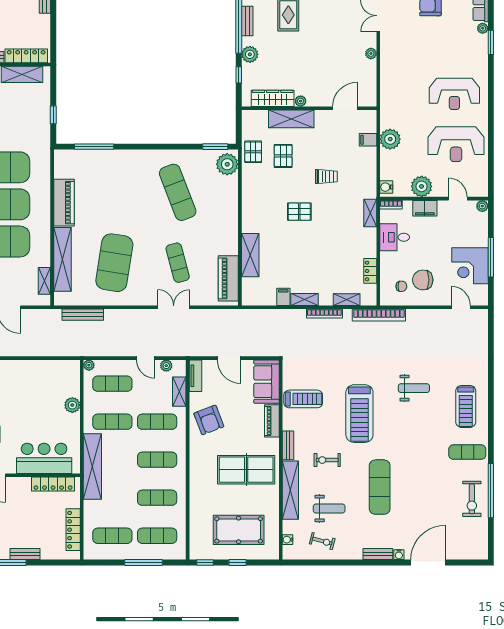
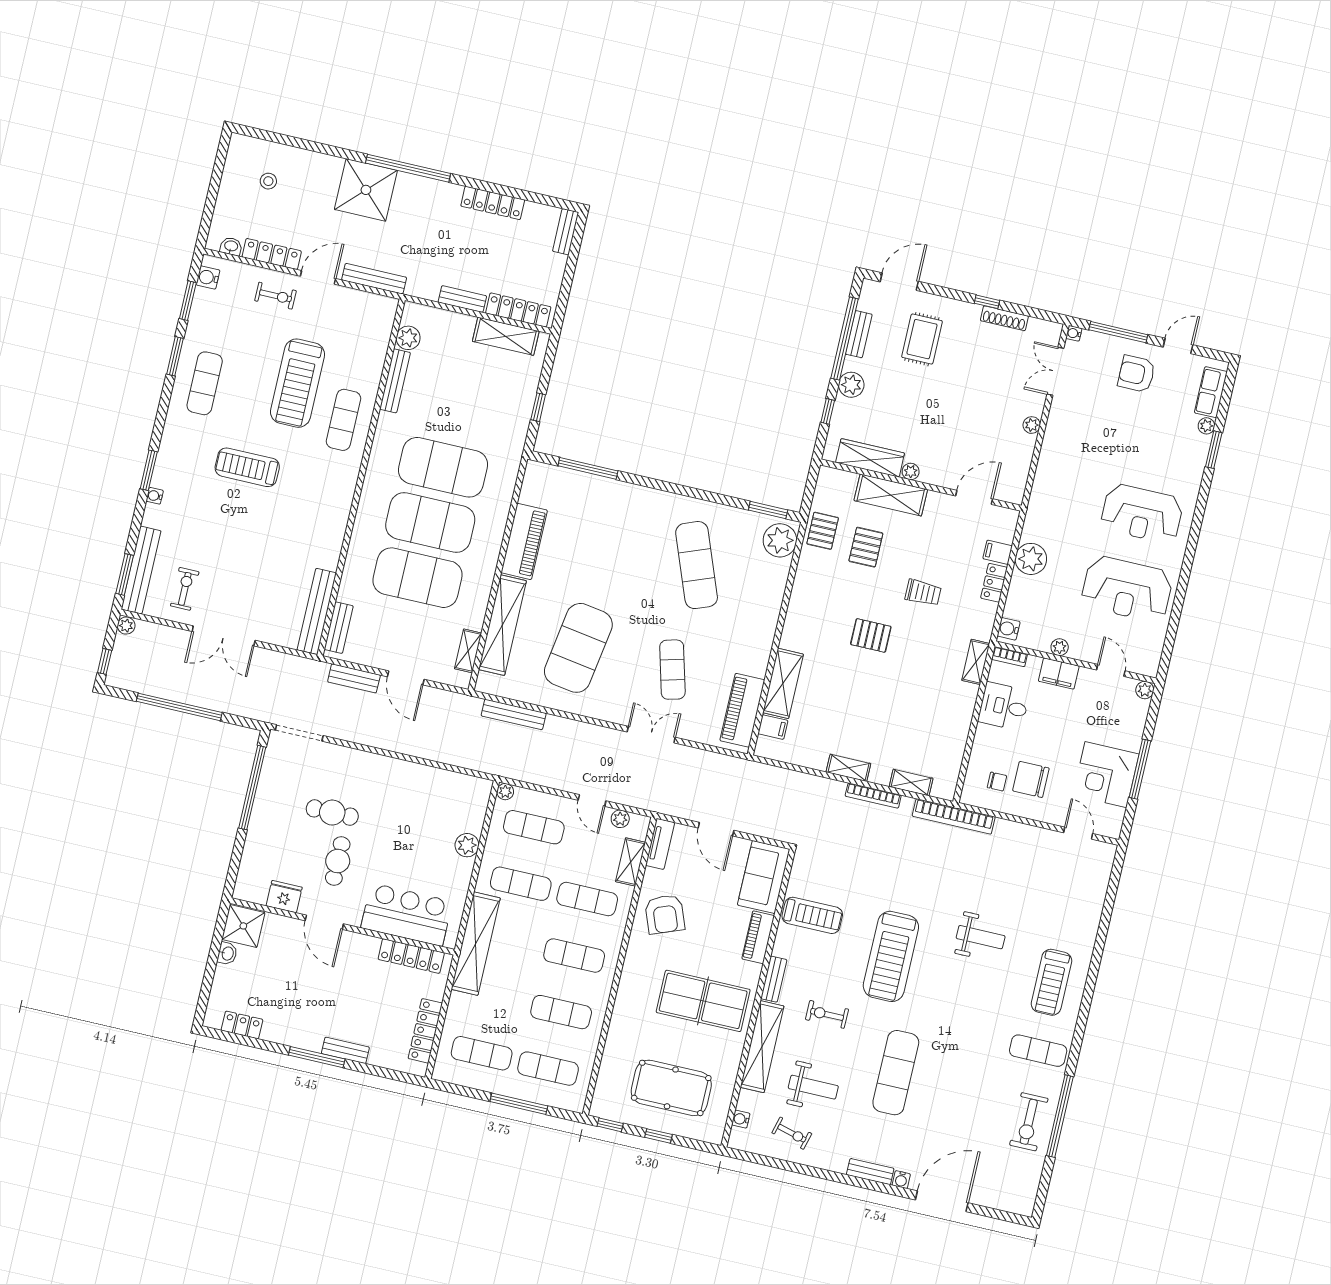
plant: (422, 186) -> (1060, 647), width x0.53, depth x0.53
locker: (370, 271) -> (994, 583), moved
filing cabinet: (283, 297) -> (773, 727), moved, turned 90

